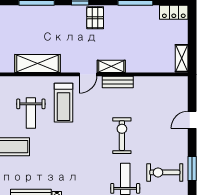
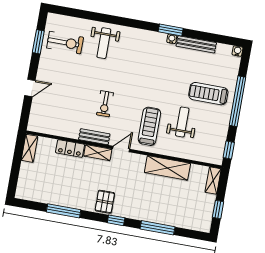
locker: (174, 12) -> (70, 149), moved, turned 180
exercise bike: (122, 136) -> (105, 104), moved, width x0.73, depth x0.72

